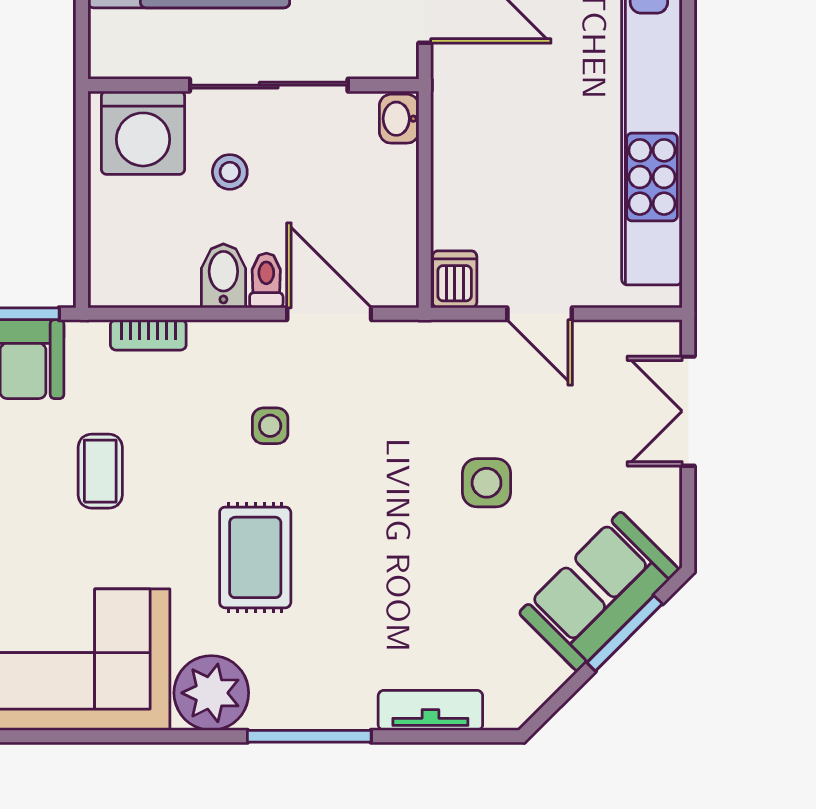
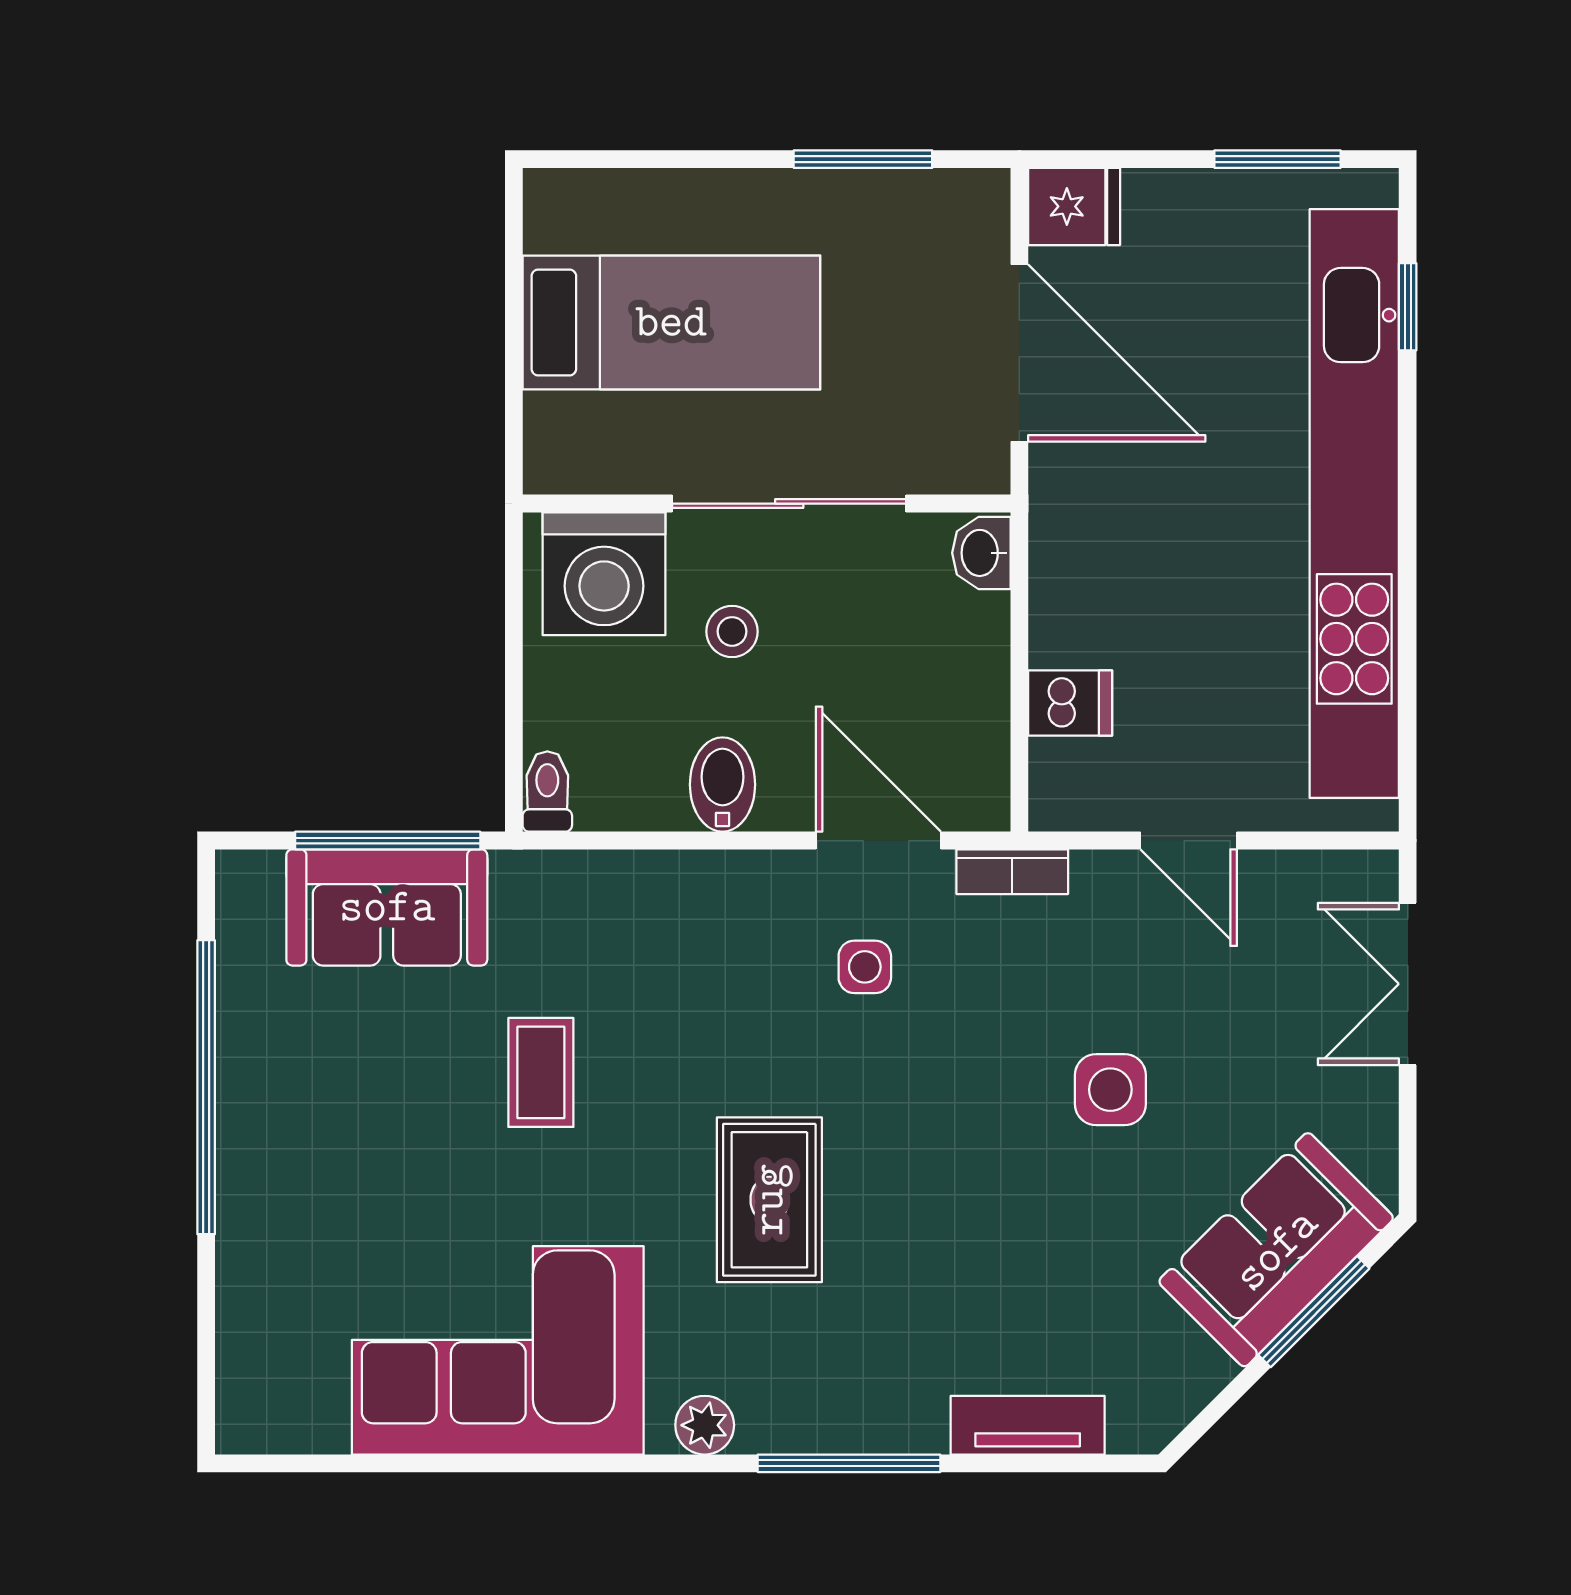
dishwasher: (455, 279) -> (1070, 703), moved, turned 90
toilet: (266, 281) -> (547, 792), moved
bookcase: (148, 335) -> (1012, 872), moved
side table: (270, 426) -> (865, 967), moved
plant: (211, 693) -> (705, 1425), width x0.53, depth x0.53

